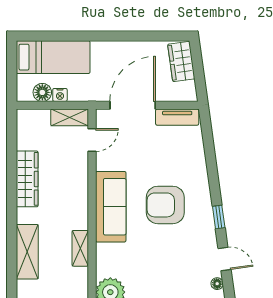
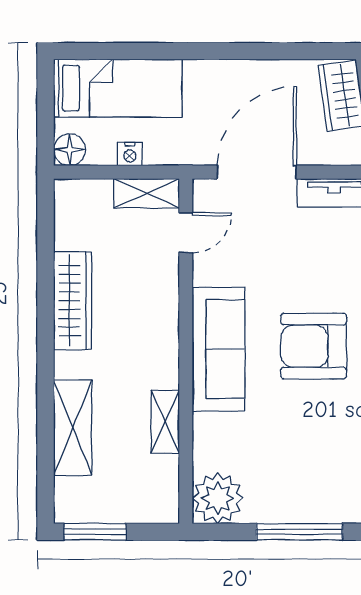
floor lamp: (42, 92) -> (69, 150), moved

